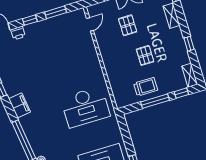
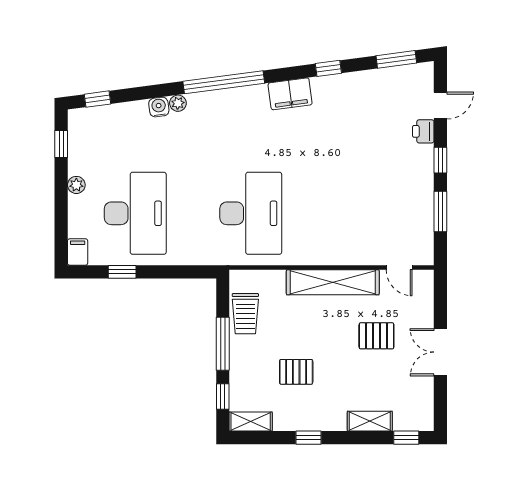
shelving: (107, 55) -> (333, 282), added
pallet: (145, 55) -> (296, 372), moved
trolley: (146, 87) -> (245, 314), moved
desk: (85, 107) -> (251, 213), turned 180

